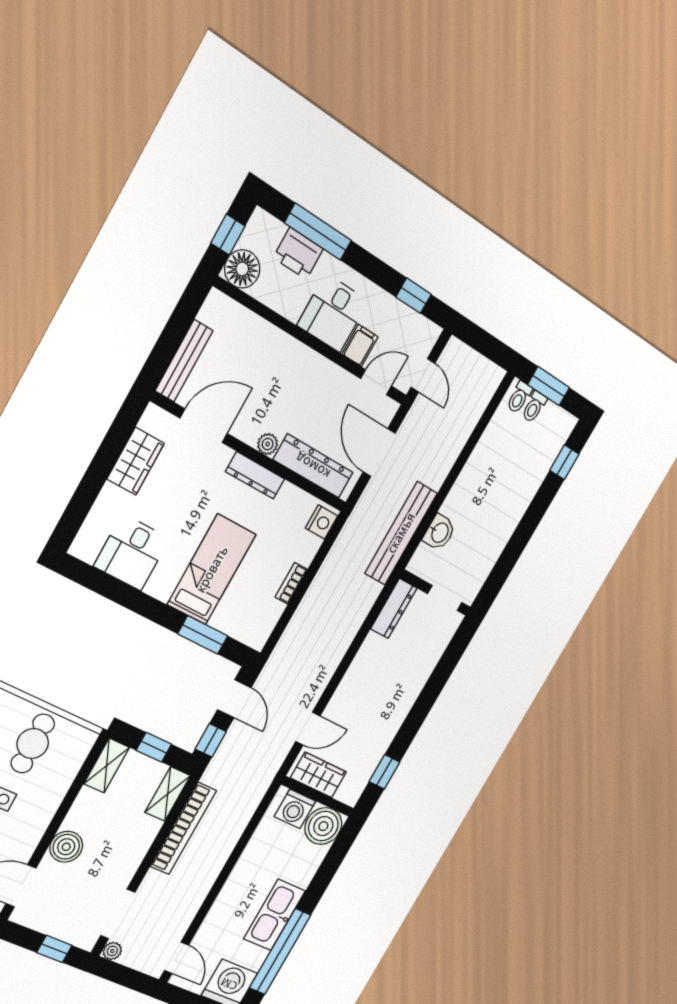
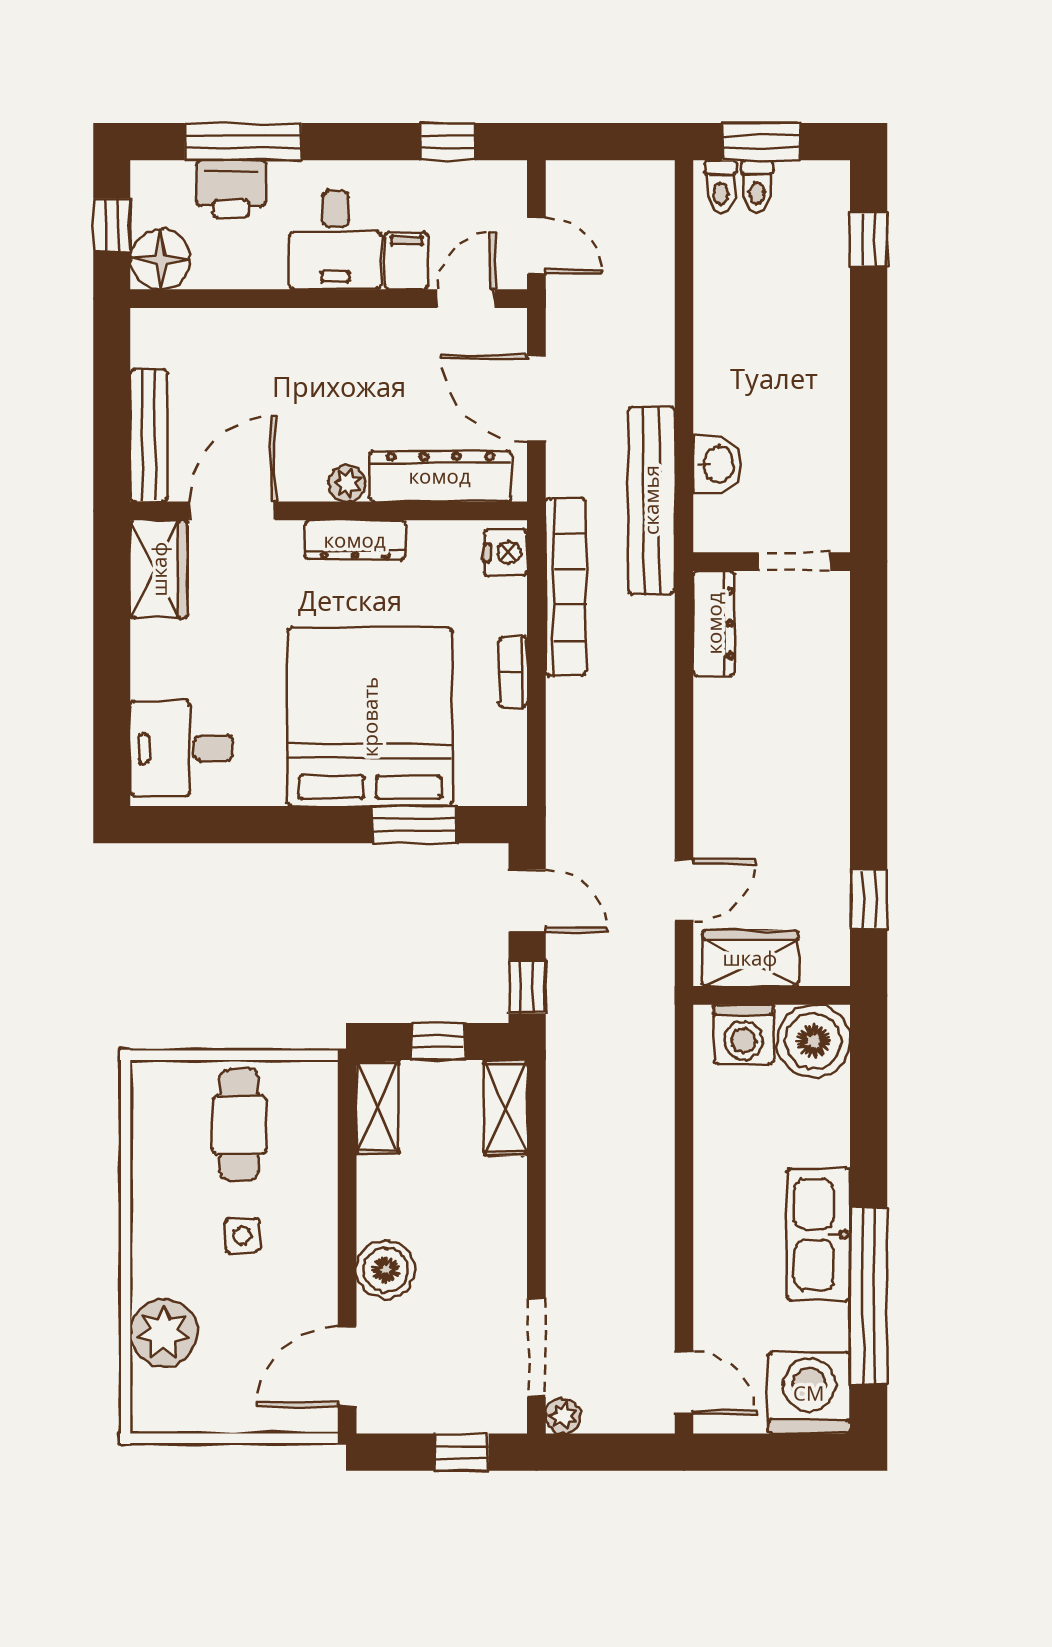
wardrobe: (136, 461) -> (159, 569), moved
desk: (132, 552) -> (182, 748), moved, turned 90
bed: (212, 569) -> (370, 717), width x2.04
bookcase: (183, 828) -> (566, 587), moved

